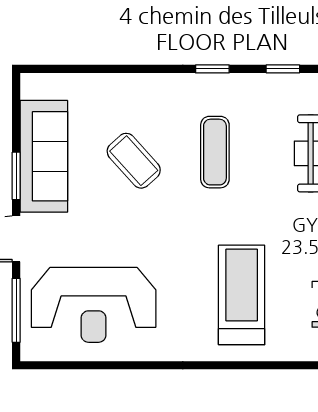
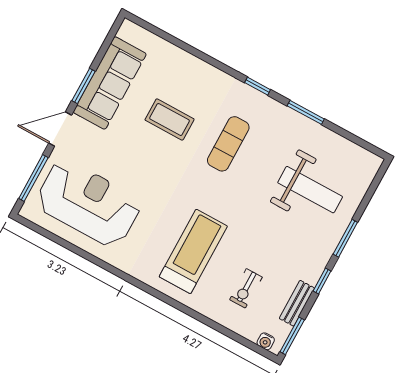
window: (283, 69) -> (306, 112), width x1.50
coffee table: (134, 161) -> (170, 119), turned -48
reception desk: (94, 305) -> (88, 203), turned 180

